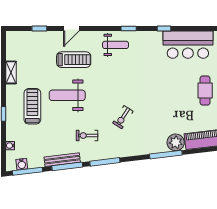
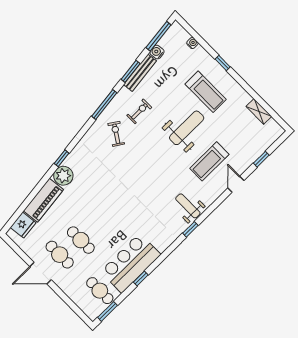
window: (164, 28) -> (141, 278), moved
weight bench: (115, 45) -> (188, 206), turned 90
shelving: (11, 72) -> (259, 111), moved
exercise bike: (123, 117) -> (116, 134), moved
window: (166, 155) -> (62, 158), width x0.46
water cooler: (22, 164) -> (157, 52), moved
window: (67, 166) -> (131, 71), width x0.69

